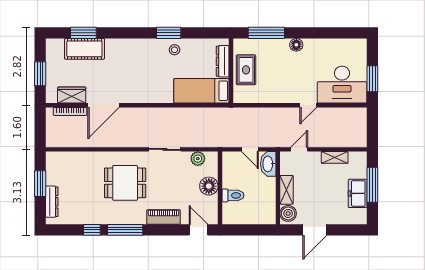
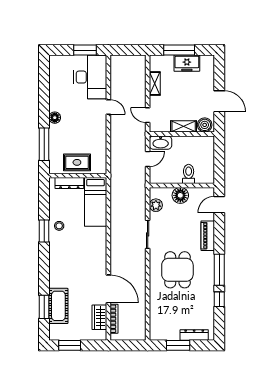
window: (40, 74) -> (70, 345), moved

